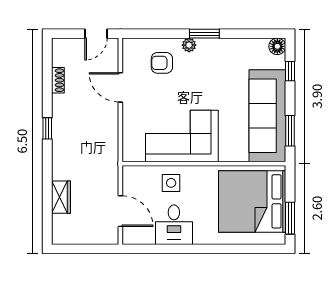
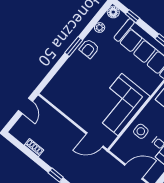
plant: (189, 45) -> (100, 27), moved
armchair: (162, 63) -> (89, 49), moved
door: (120, 87) -> (95, 140), moved

